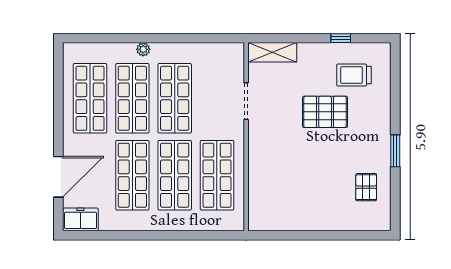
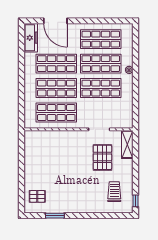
window: (341, 38) -> (135, 201), moved
pallet: (325, 112) -> (102, 157), moved
window: (395, 151) -> (55, 216), moved
pallet: (366, 187) -> (37, 196), moved
freezer: (80, 219) -> (31, 38), width x1.40

